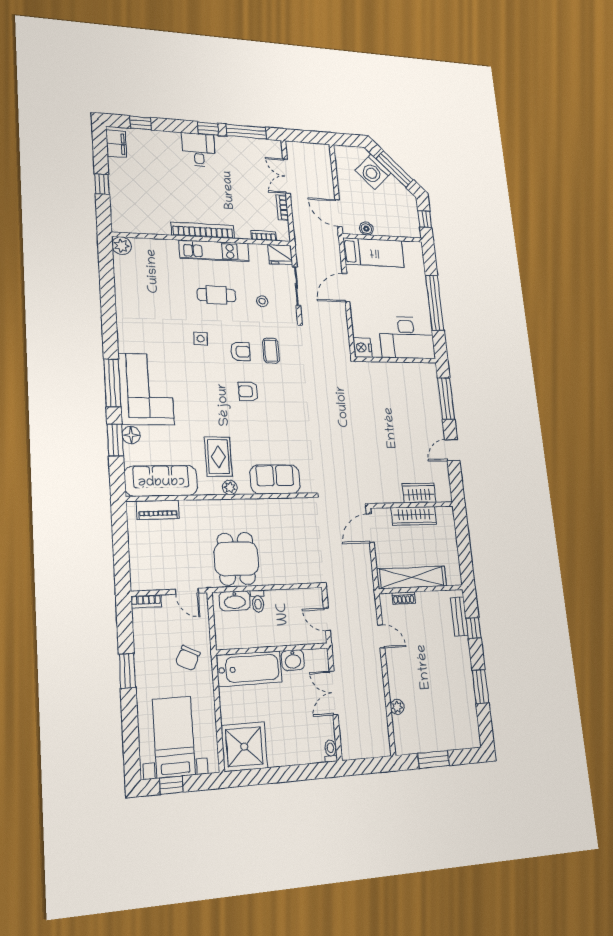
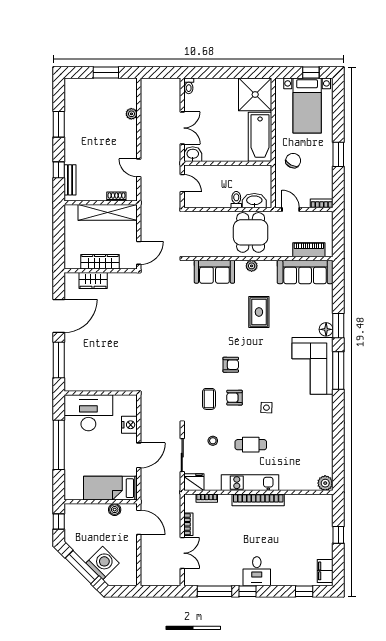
nightstand: (363, 347) -> (129, 425), moved
door: (452, 450) -> (59, 316), width x1.87
sofa: (275, 479) -> (214, 272), moved
sofa: (161, 481) -> (305, 272), moved
plant: (230, 487) -> (252, 266), moved
wall: (222, 497) -> (258, 259), moved
piano: (158, 510) -> (309, 250), moved
washbasin: (293, 660) -> (193, 154), moved
bathtub: (249, 669) -> (260, 137), moved, turned -90

